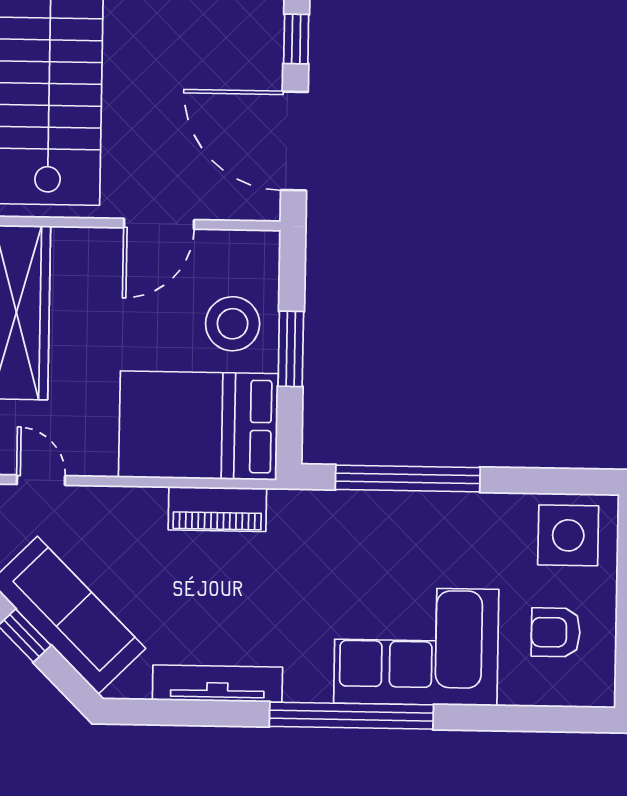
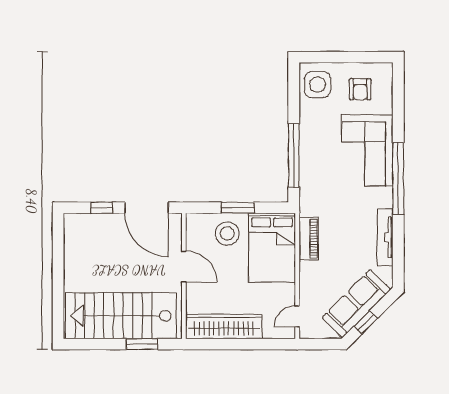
door: (294, 141) -> (146, 208), hinge flipped

